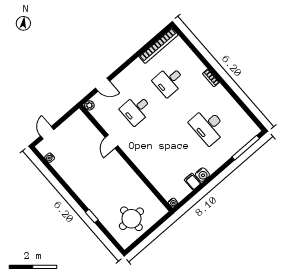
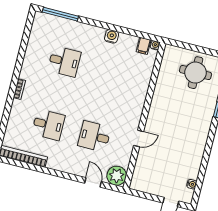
plant: (89, 105) -> (117, 176), width x1.88, depth x1.88
desk: (136, 110) -> (94, 136), turned 180
desk: (208, 126) -> (64, 61), width x0.73
filing cabinet: (193, 182) -> (144, 46), moved

